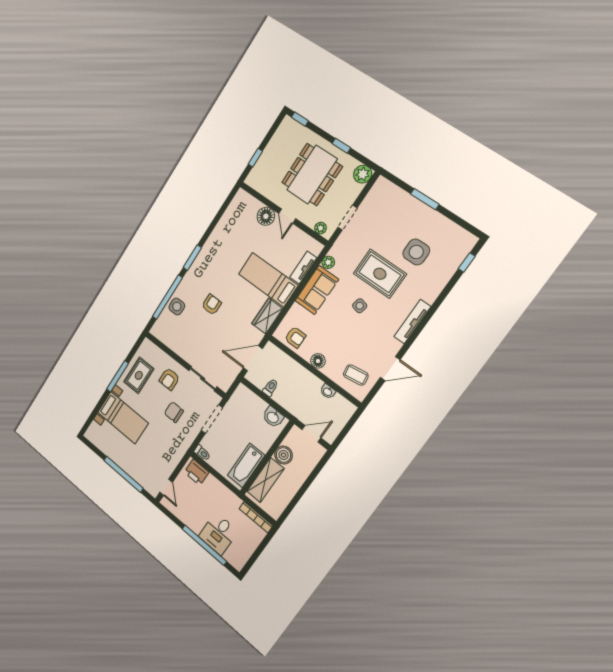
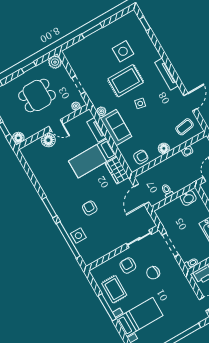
dining table: (312, 175) -> (37, 95), width x0.73
floor lamp: (253, 180) -> (18, 138), added
armchair: (169, 379) -> (128, 265), turned 180

